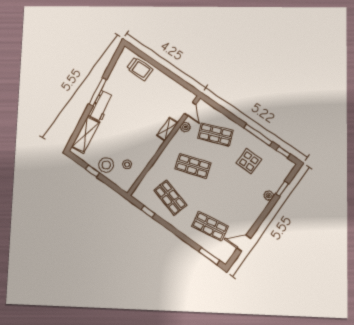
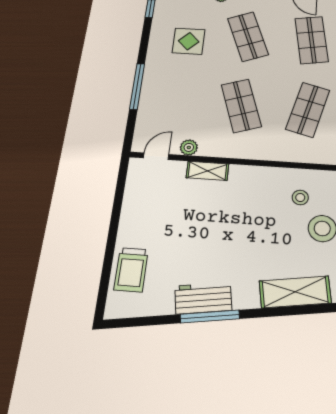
trolley: (140, 69) -> (131, 270), turned 180
workbench: (101, 106) -> (203, 298), moved
shop shelf: (215, 134) -> (248, 37), moved
window: (258, 135) -> (137, 86), moved

